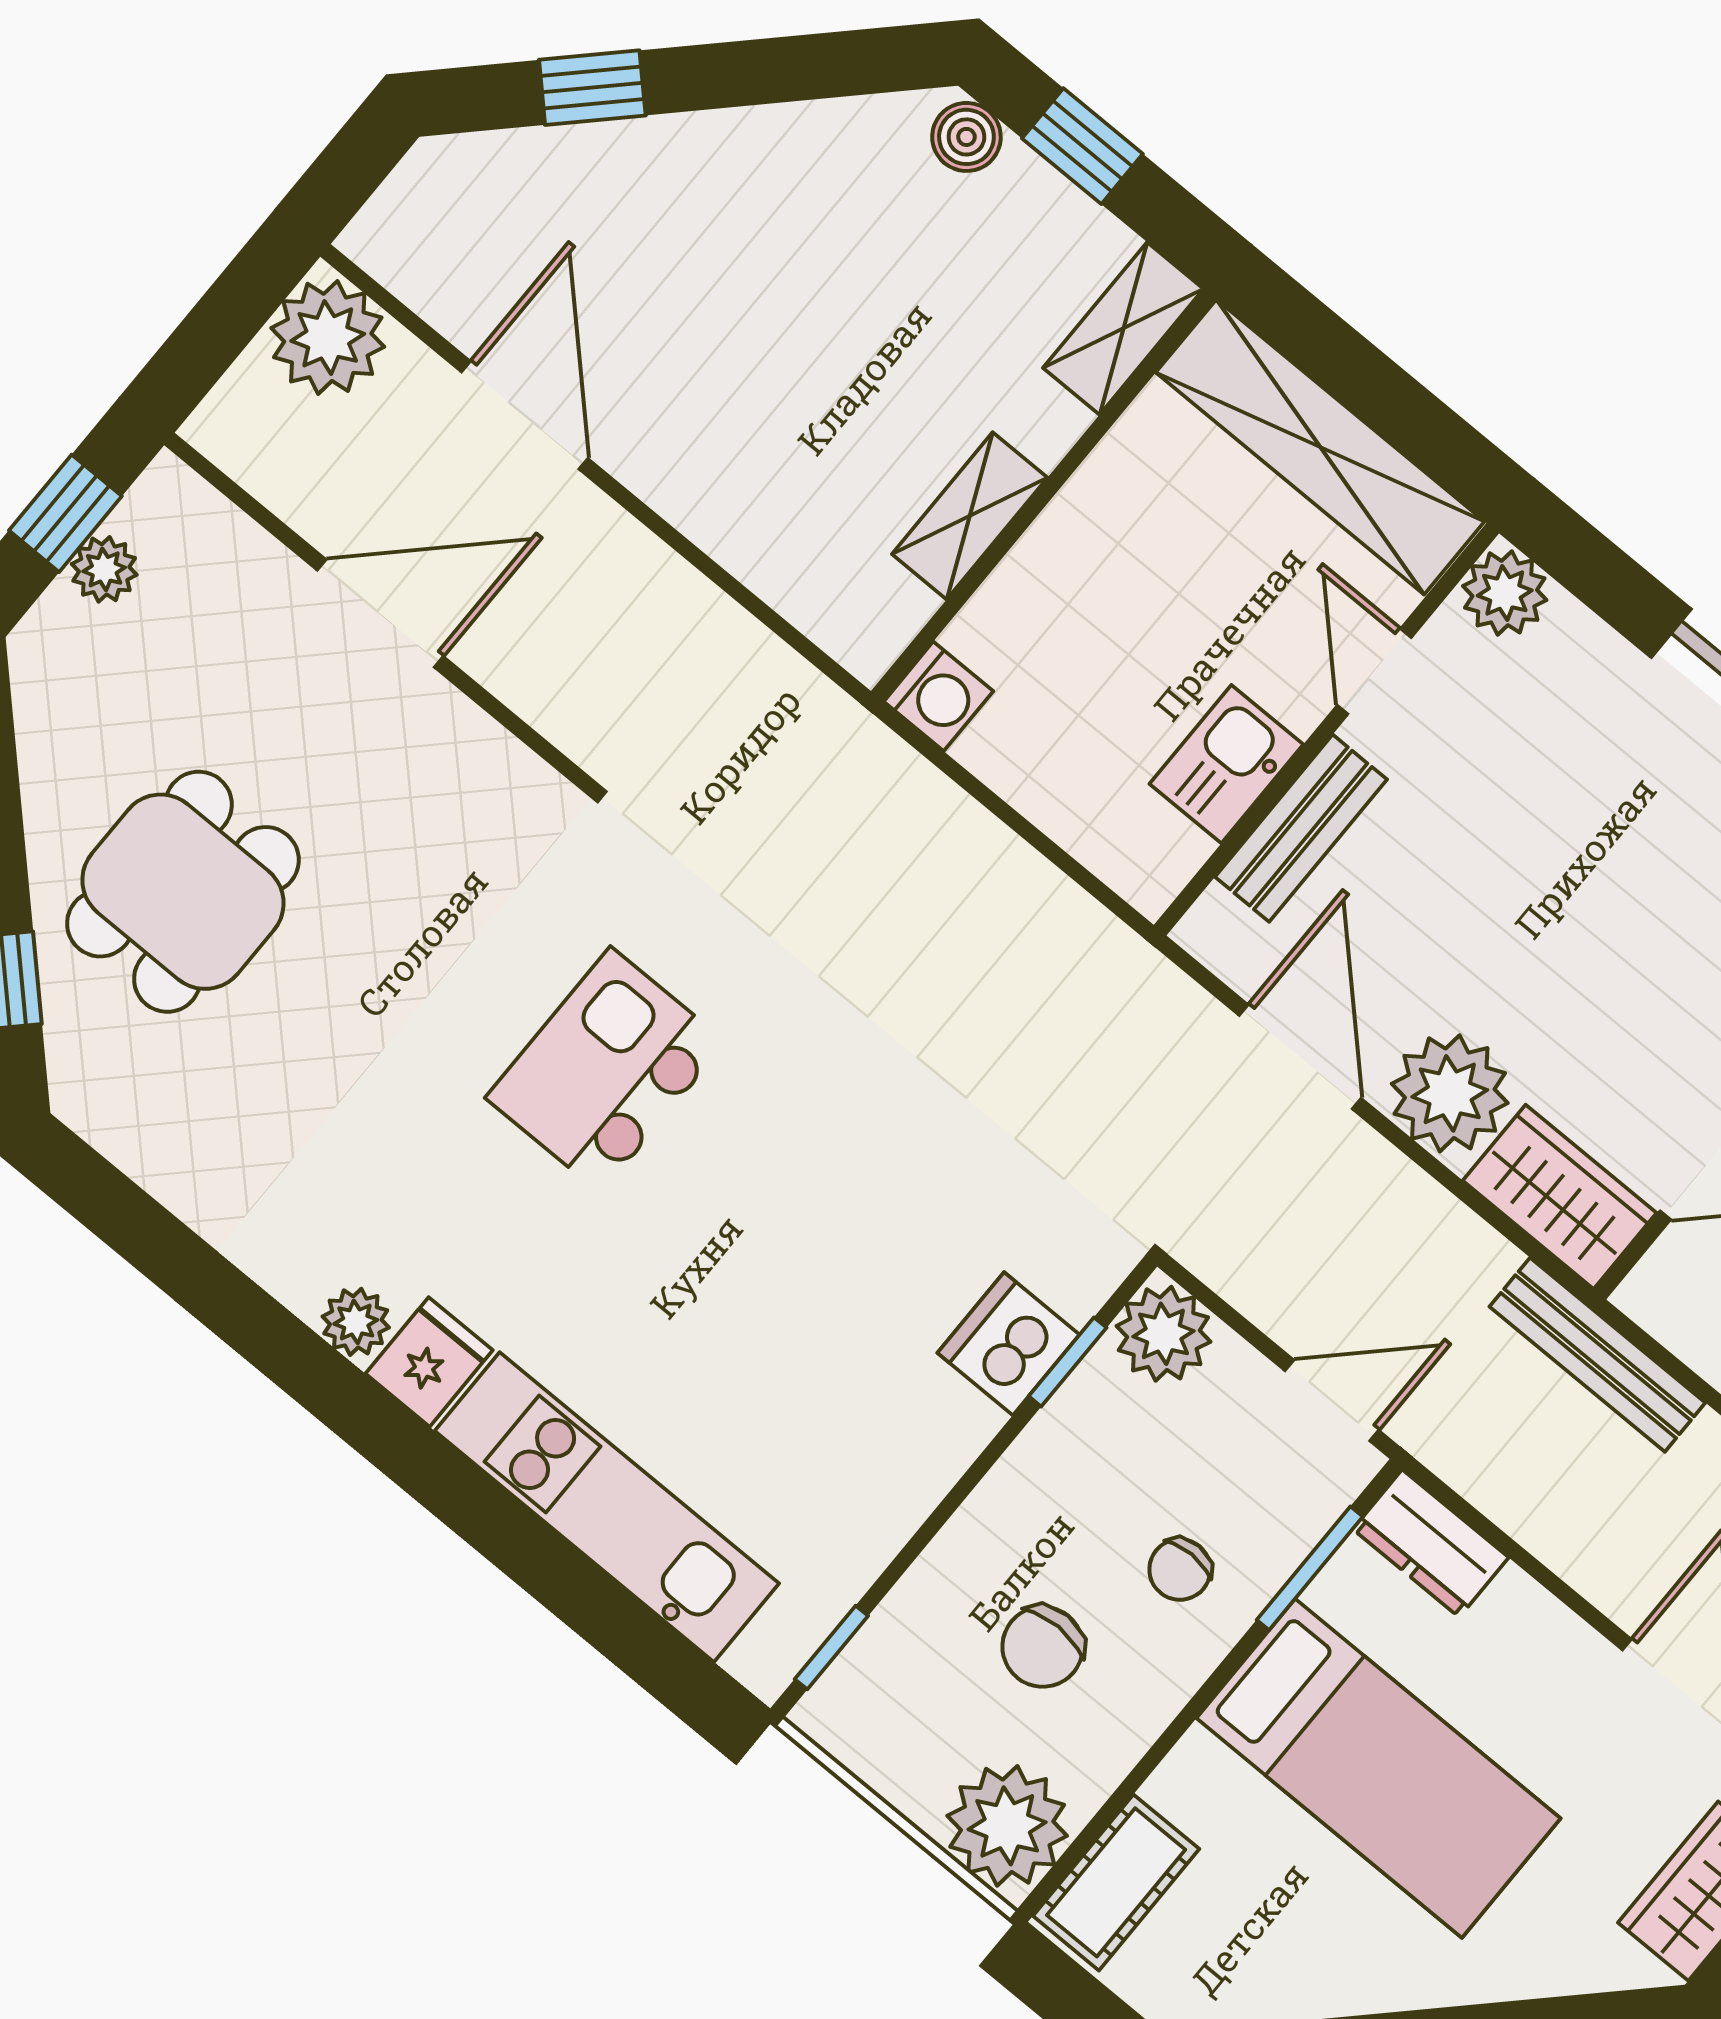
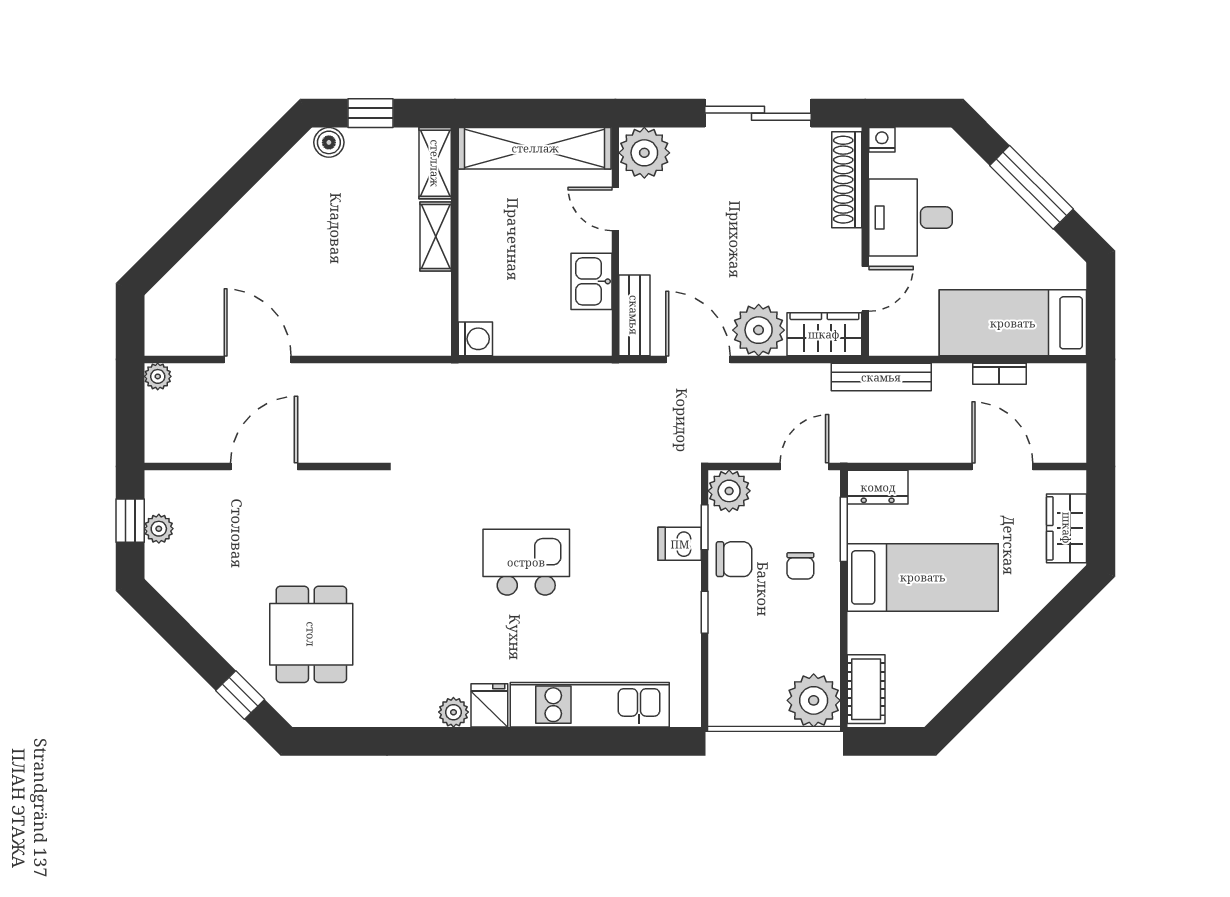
window: (592, 88) -> (189, 230), removed
plant: (328, 337) -> (158, 376), width x0.53, depth x0.53
shelving: (970, 516) -> (436, 236), moved
plant: (1505, 593) -> (644, 153), width x1.36, depth x1.36
bench: (1301, 828) -> (634, 315), moved
dining table: (183, 892) -> (311, 634), moved
kitchen island: (606, 1070) -> (526, 562), moved, turned 90
dishwasher: (1009, 1344) -> (680, 544), width x0.73
window: (831, 1647) -> (705, 612), moved
chair: (1043, 1647) -> (734, 559), moved, turned -90

